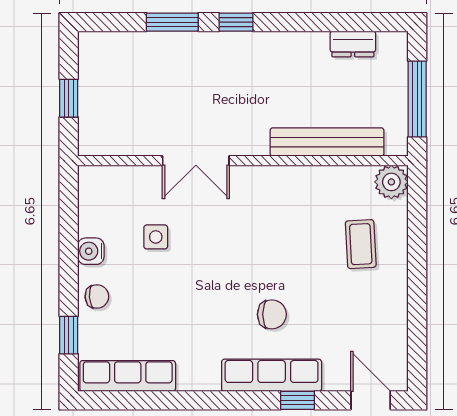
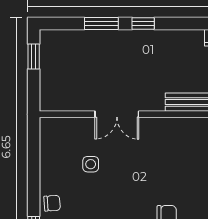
window: (69, 98) -> (34, 56), moved
water cooler: (91, 251) -> (48, 174), removed

